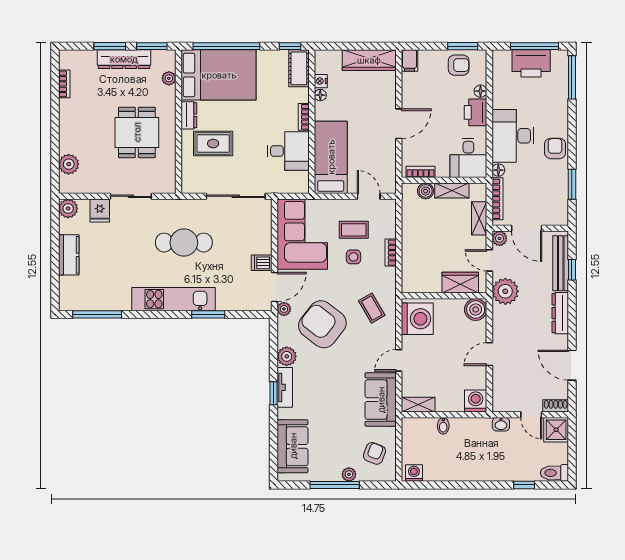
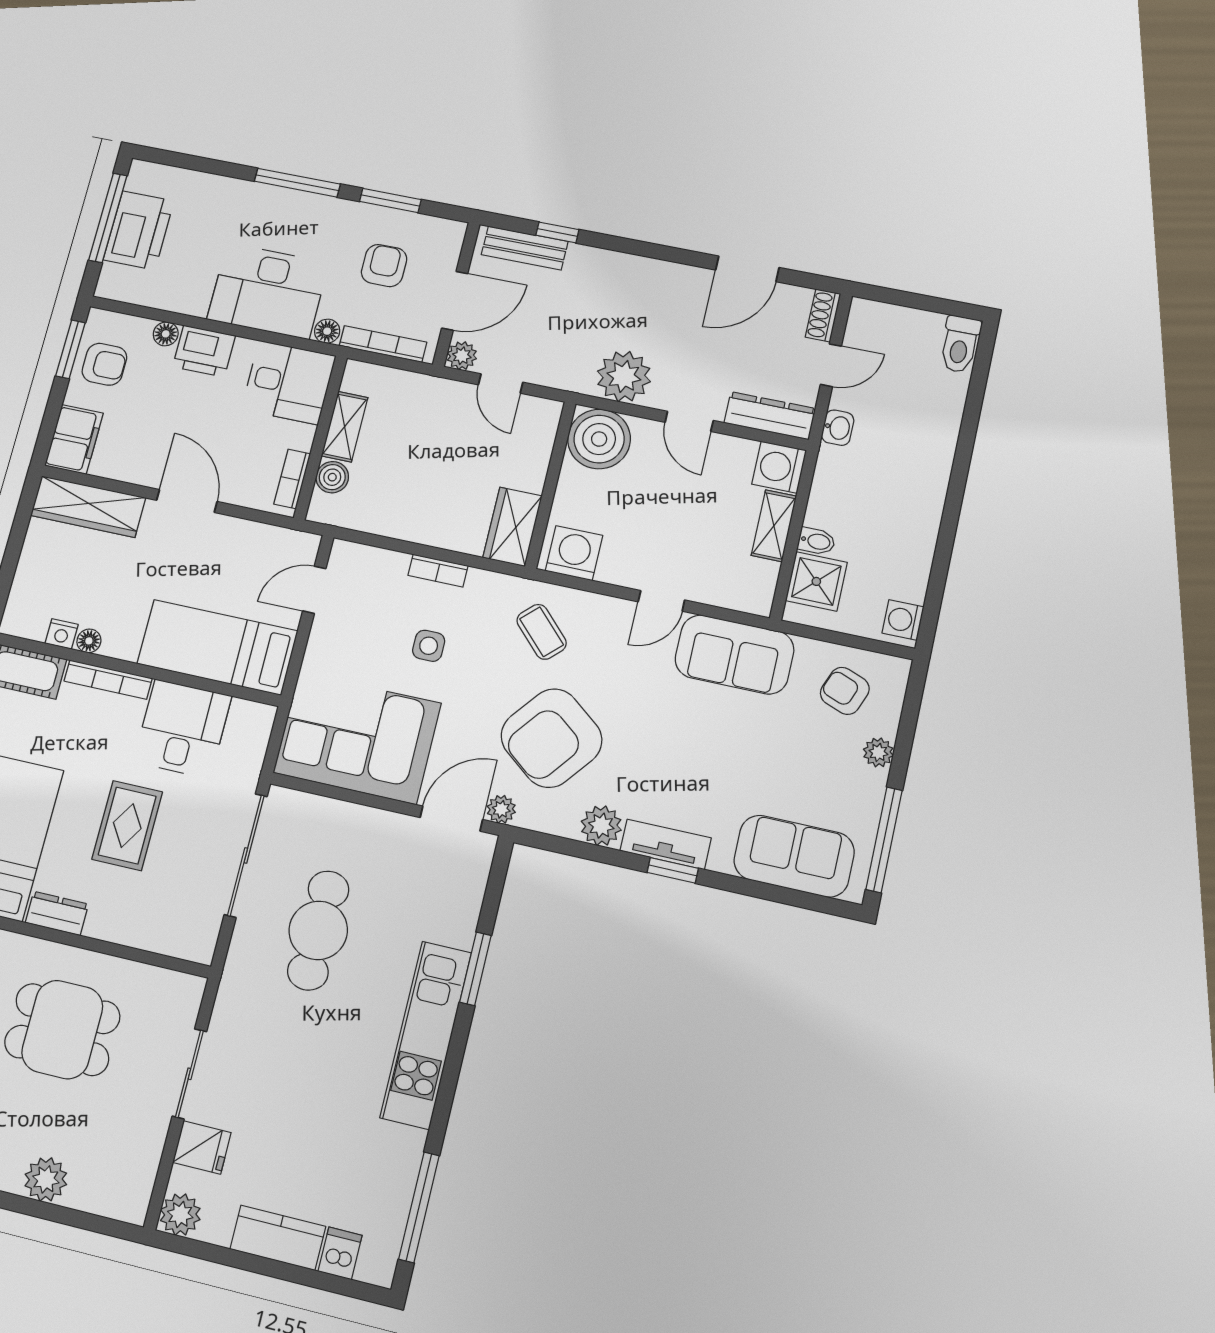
wardrobe: (369, 60) -> (88, 507), moved, turned 90
filing cabinet: (410, 61) -> (74, 439), width x2.00
armchair: (459, 65) -> (104, 364), turned 90
window: (572, 77) -> (297, 183), moved
bookcase: (304, 117) -> (108, 680), width x1.56
rug: (213, 144) -> (127, 826), moved
armchair: (555, 148) -> (384, 266), moved, turned 90
plant: (69, 164) -> (46, 1179), moved
shelving: (479, 218) -> (413, 386), removed
coffee table: (354, 230) -> (374, 633), removed
cafe table: (184, 243) -> (318, 930), moved
door: (489, 260) -> (501, 384), hinge flipped
dishwasher: (262, 263) -> (340, 1253), moved, turned 180
bench: (561, 263) -> (525, 248), width x0.73
wardrobe: (460, 283) -> (512, 527), moved
door: (274, 287) -> (451, 819), hinge flipped
plant: (505, 291) -> (624, 376), moved
coffee table: (372, 308) -> (542, 632), turned 76
boiler: (476, 310) -> (599, 439), width x1.37, depth x1.37
dresser: (560, 313) -> (770, 416), moved, turned 180
washing machine: (417, 319) -> (574, 553), width x0.73, depth x0.73
door: (399, 360) -> (661, 601), hinge flipped
shelving: (418, 405) -> (774, 526), moved
shower: (556, 430) -> (816, 581), moved
window: (335, 485) -> (884, 840), moved
window: (524, 485) -> (973, 408), removed

